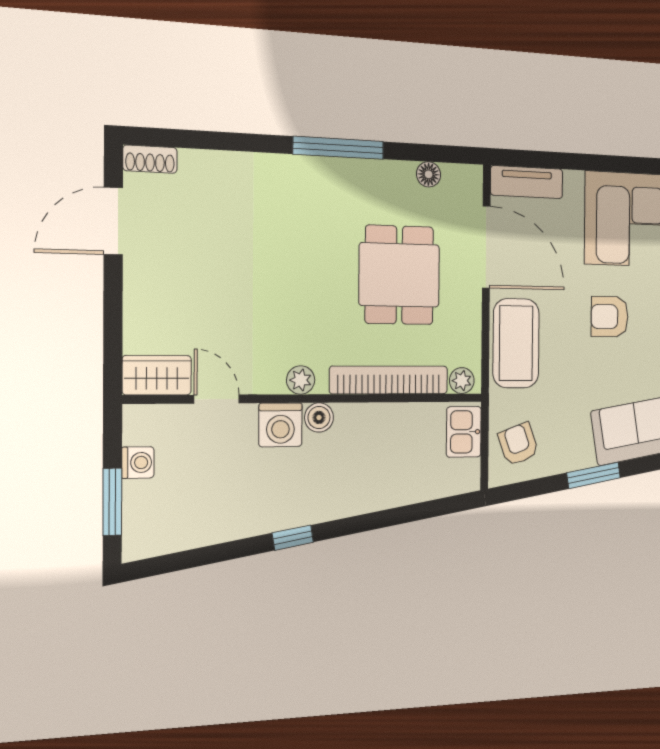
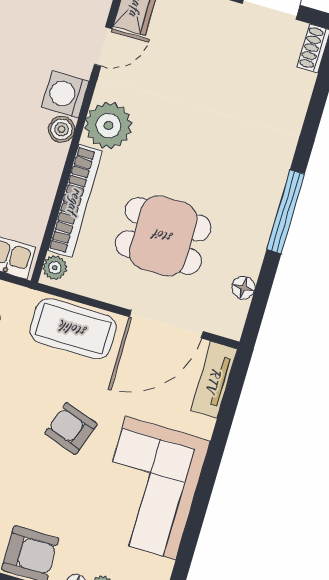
armchair: (610, 317) -> (71, 429), turned -71
plant: (301, 380) -> (109, 125), width x1.88, depth x1.88

